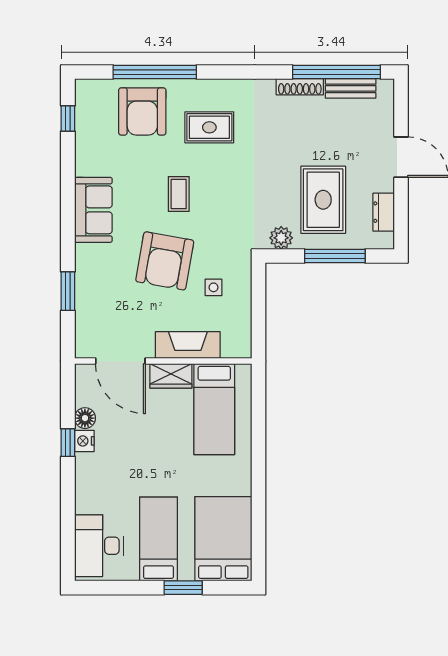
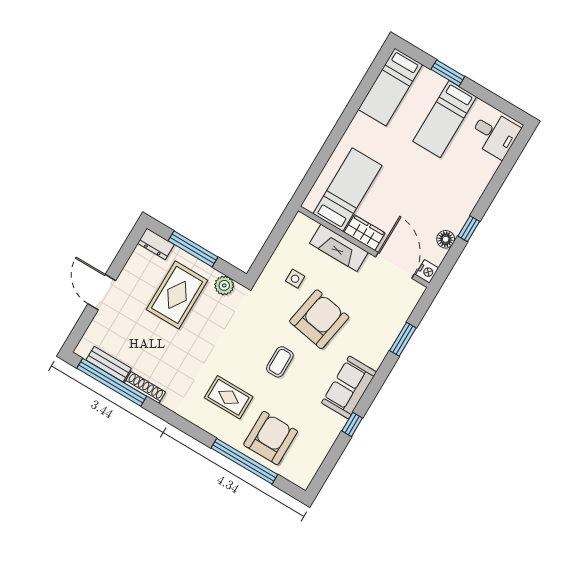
window: (68, 119) -> (352, 424), moved
dresser: (384, 212) -> (156, 244), moved, turned 90
nightstand: (84, 441) -> (427, 271), moved
bed: (223, 539) -> (390, 87), width x0.67
desk: (99, 546) -> (495, 134), width x0.73

